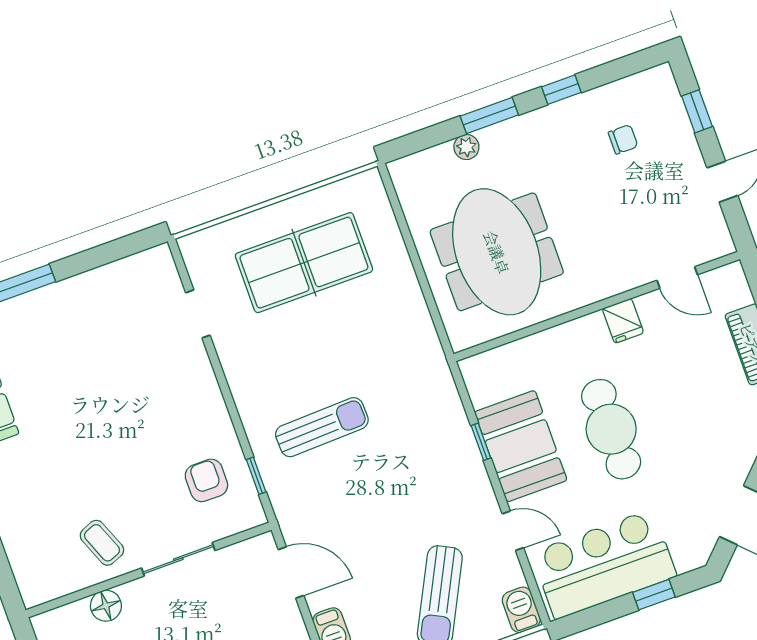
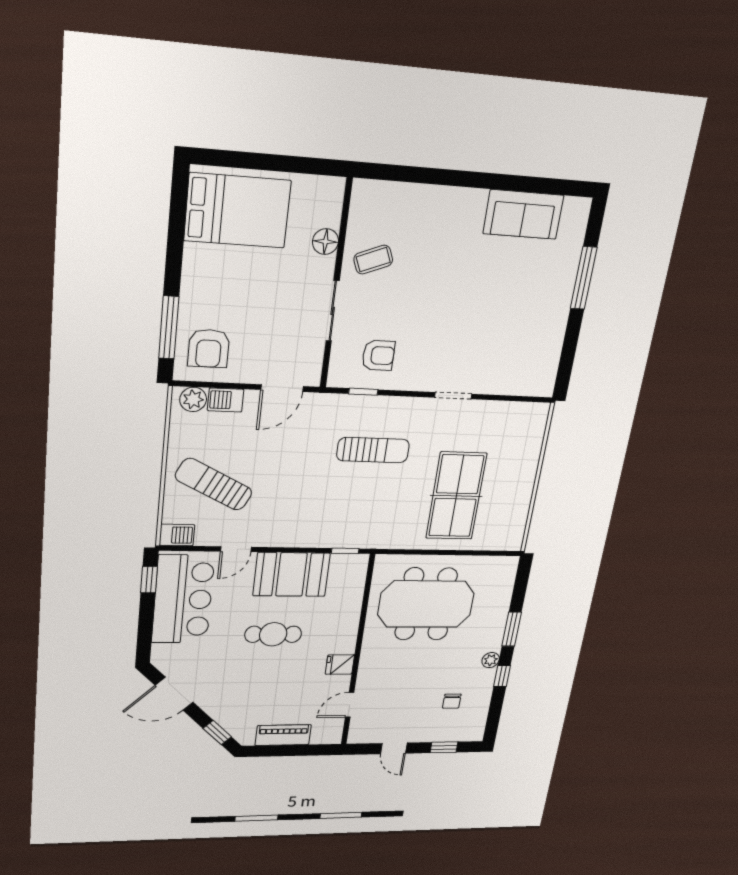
plant: (466, 147) -> (491, 660), moved
table tennis table: (304, 263) -> (456, 496), moved
doorway: (198, 314) -> (453, 396), moved
sun lounger: (322, 427) -> (373, 450), turned -88
cafe table: (611, 429) -> (273, 634), width x0.73, depth x0.74
window: (481, 442) -> (345, 551), moved
window: (654, 595) -> (149, 580), moved

